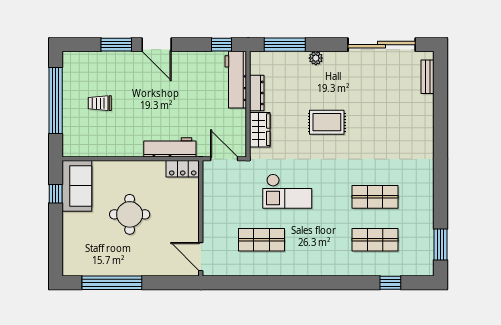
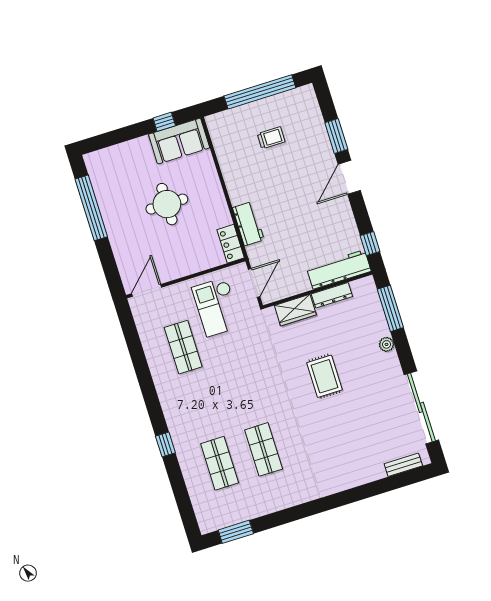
trolley: (100, 103) -> (271, 138), turned 90
workbench: (170, 147) -> (248, 224), width x0.73
checkout: (287, 191) -> (217, 307), moved
window: (390, 283) -> (165, 444), moved

